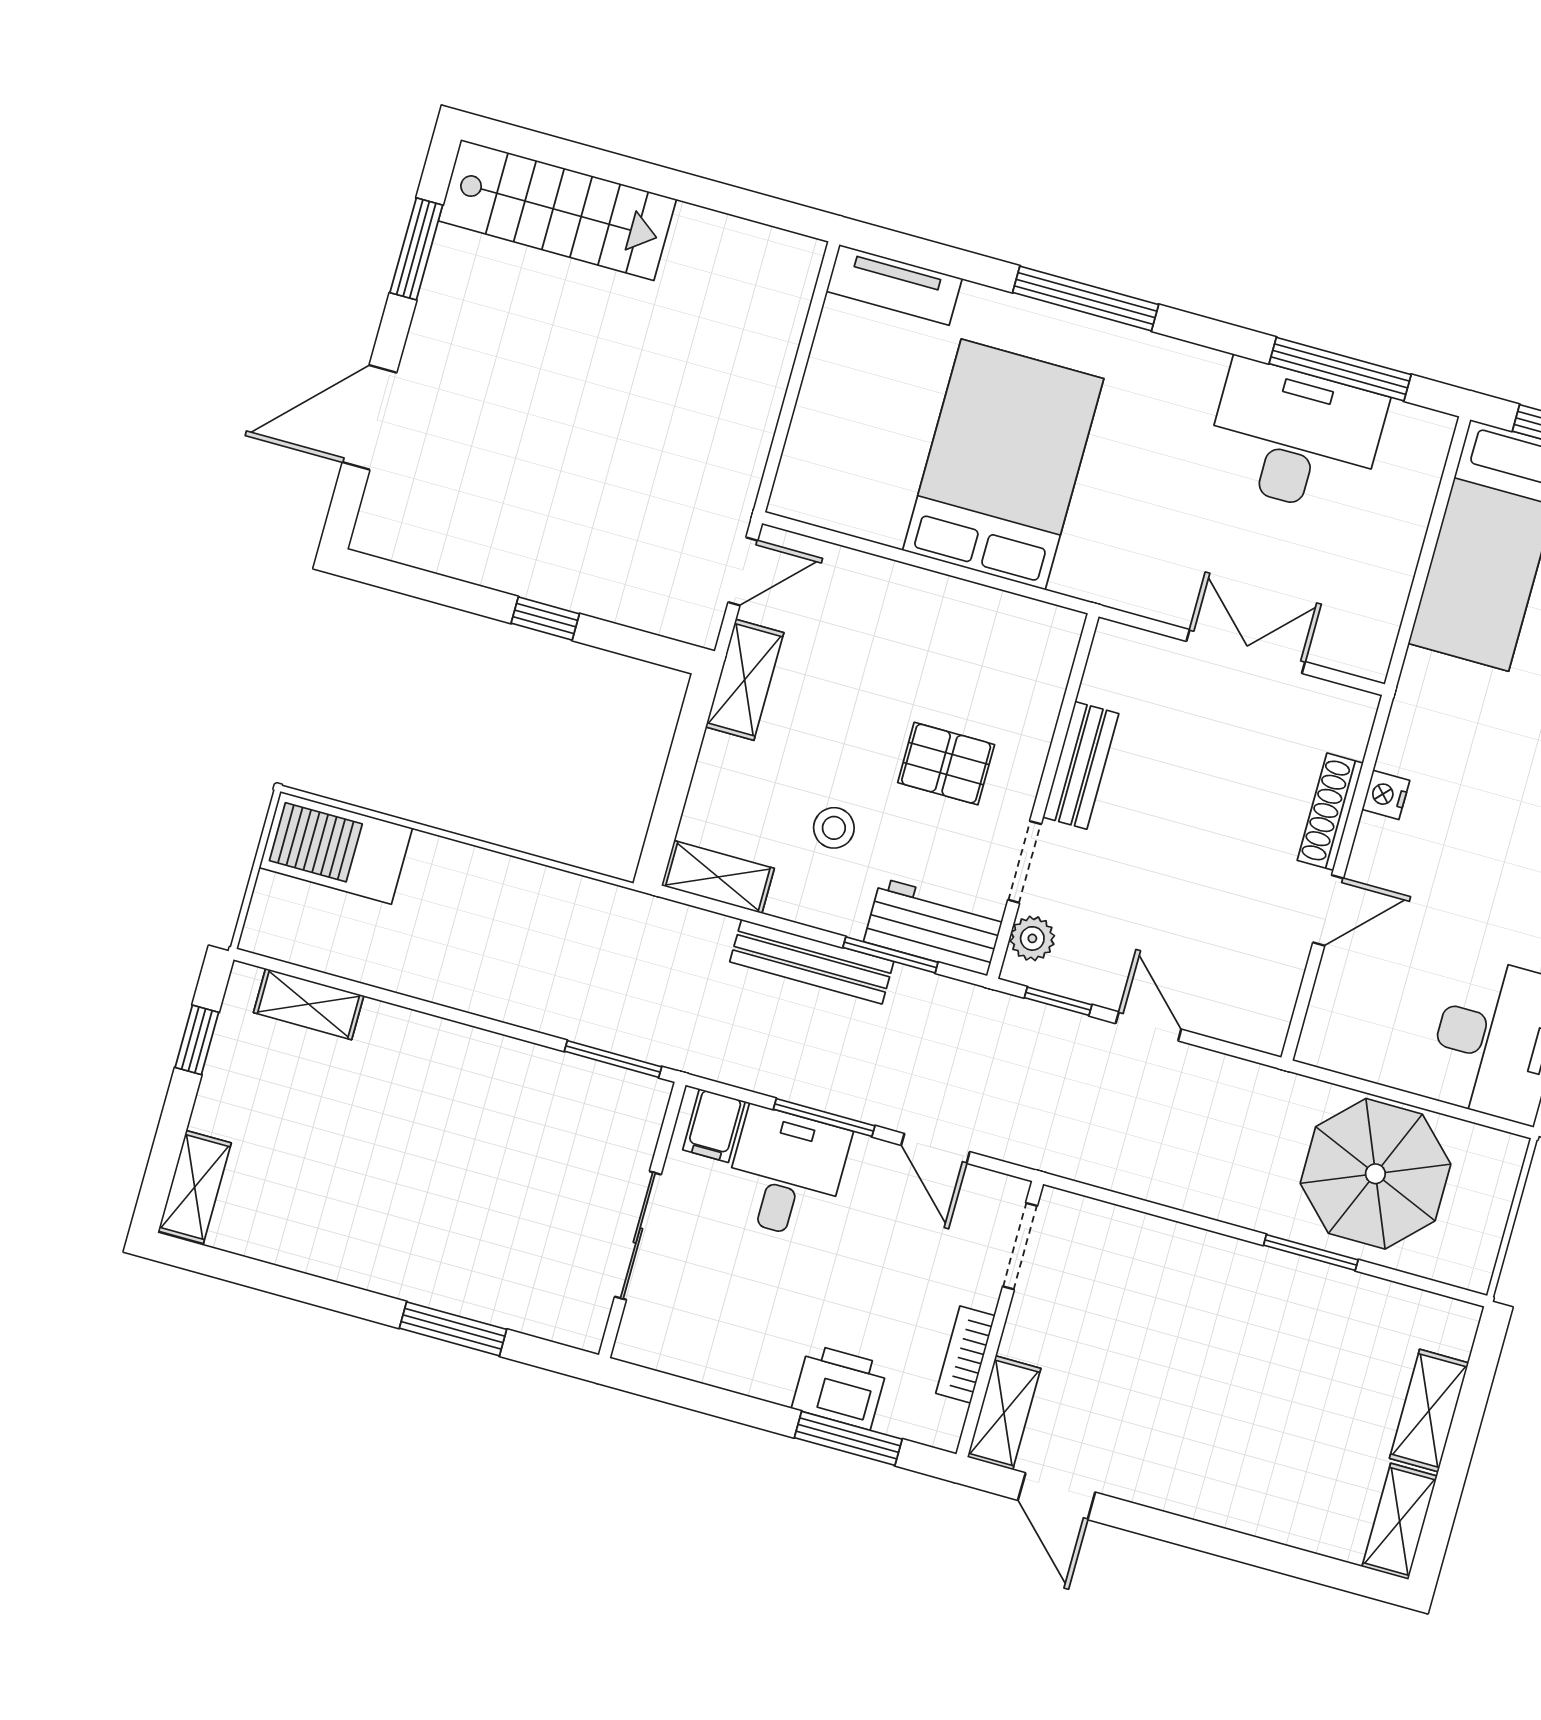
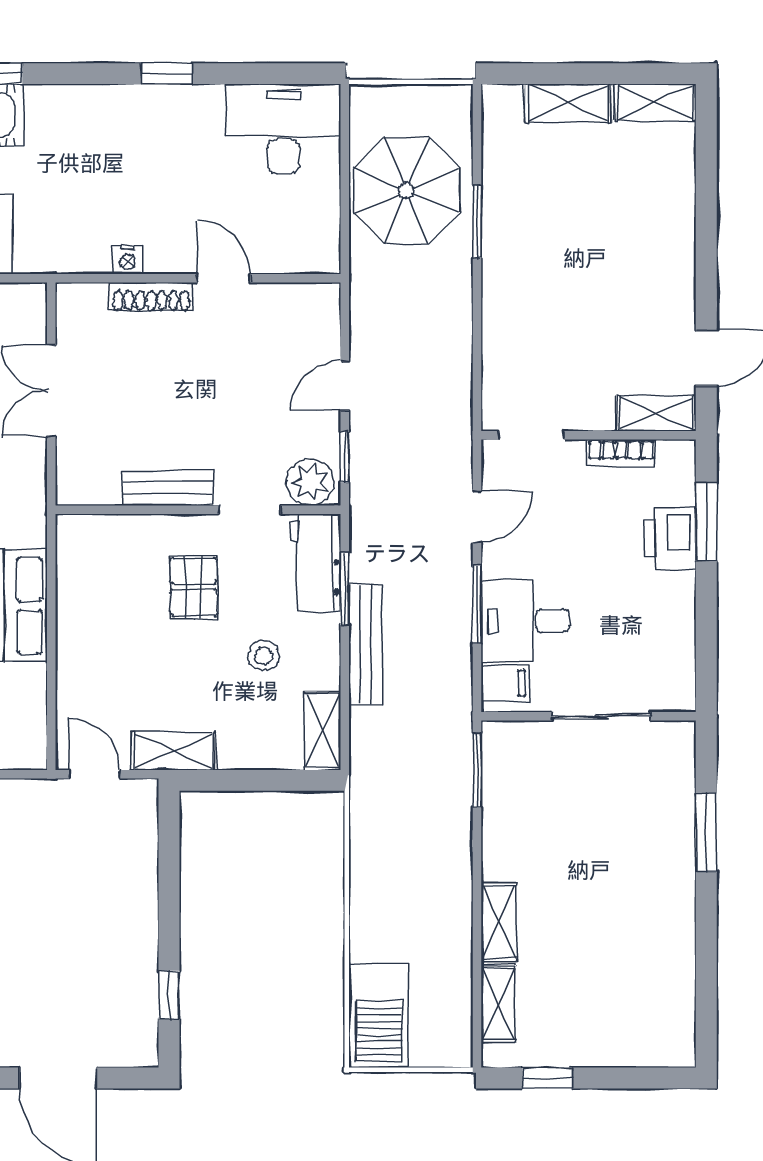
window: (545, 618) -> (169, 995), moved
plant: (1032, 938) -> (310, 482), width x1.38, depth x1.38
shelving: (195, 1187) -> (499, 922), moved, turned 90

